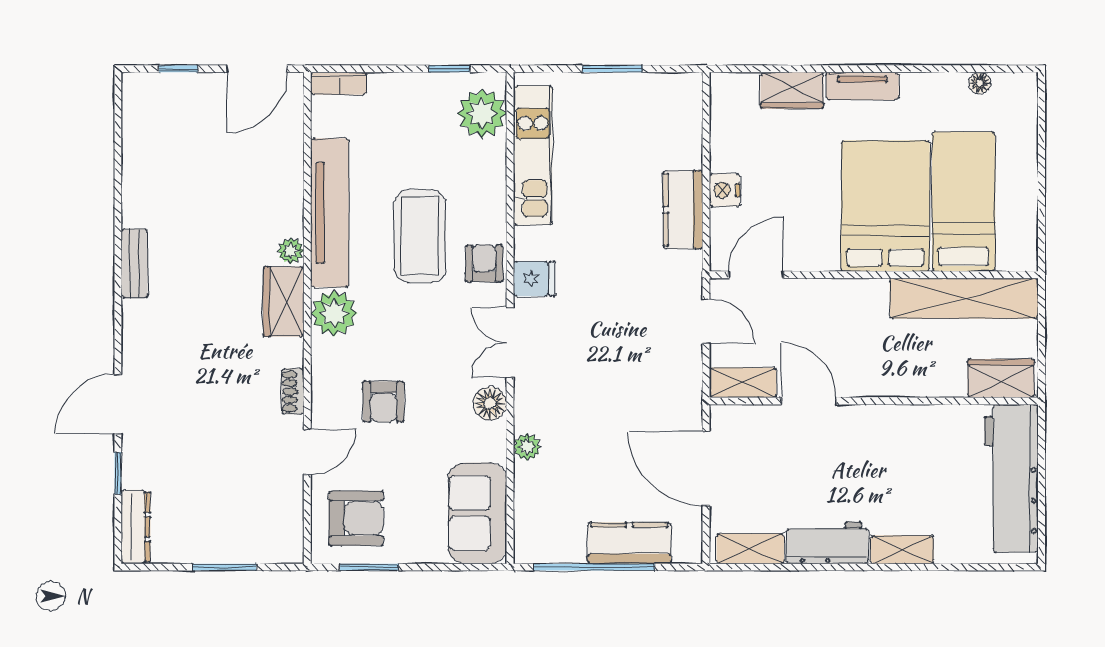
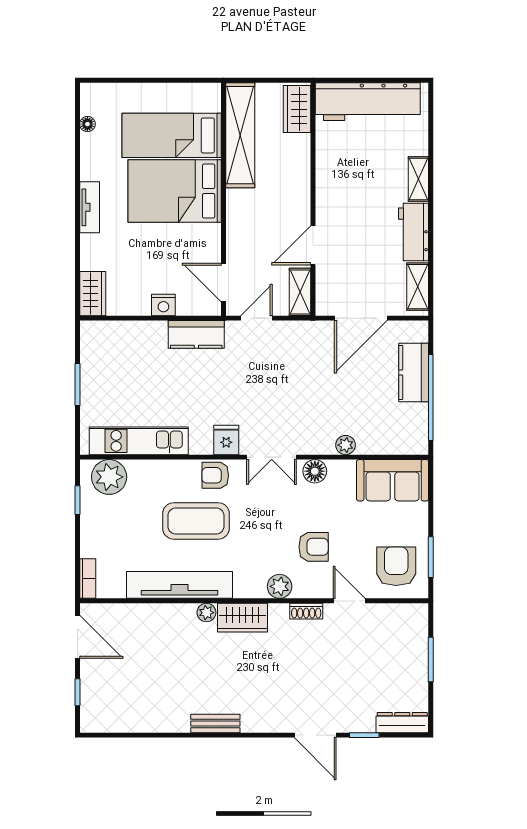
wardrobe: (792, 90) -> (93, 294), moved
kitchen counter: (683, 210) -> (196, 334), moved
plant: (334, 313) -> (280, 586), moved, width x0.73, depth x0.73

